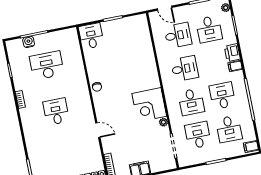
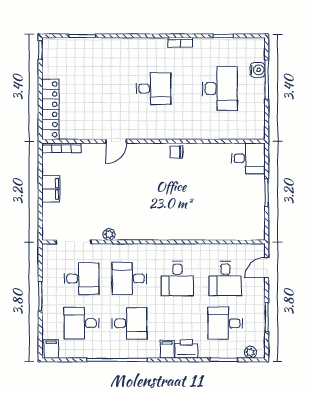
corner desk: (149, 105) -> (137, 220), removed

